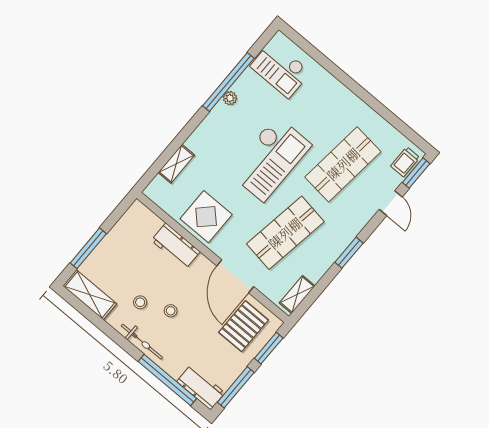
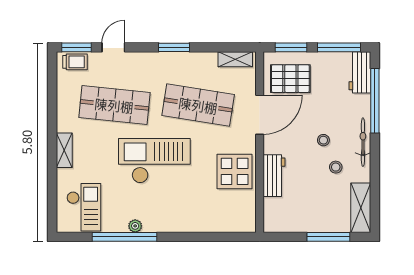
shelving: (176, 164) -> (64, 150), moved, turned 90

